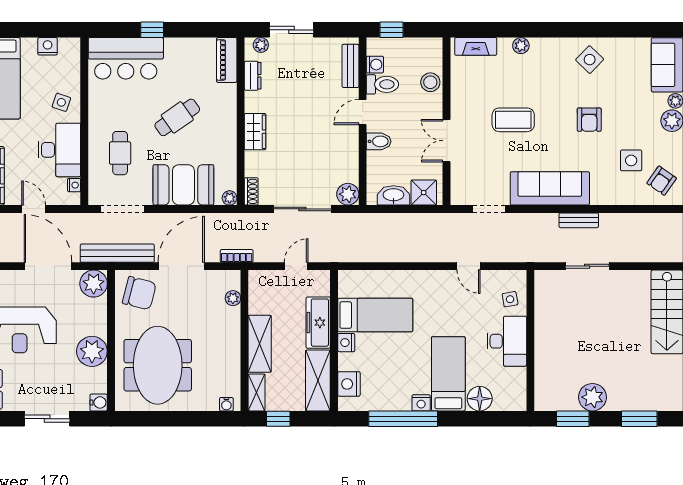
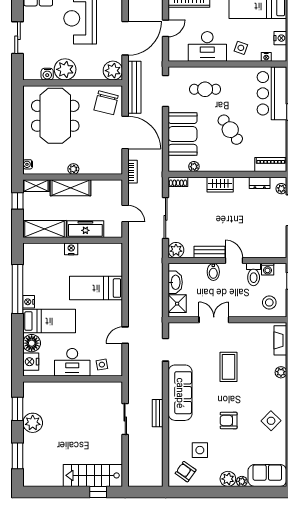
bench: (350, 66) -> (209, 252), moved
stool: (430, 82) -> (269, 302), moved
nightstand: (74, 185) -> (266, 57), moved
plant: (230, 198) -> (194, 167), moved
plant: (233, 298) -> (73, 169), moved
bed: (375, 315) -> (96, 288), moved, turned 90
meeting table: (158, 365) -> (55, 116), turned 90
nightstand: (349, 384) -> (31, 362), moved, turned -90
water cooler: (99, 402) -> (47, 74), moved

